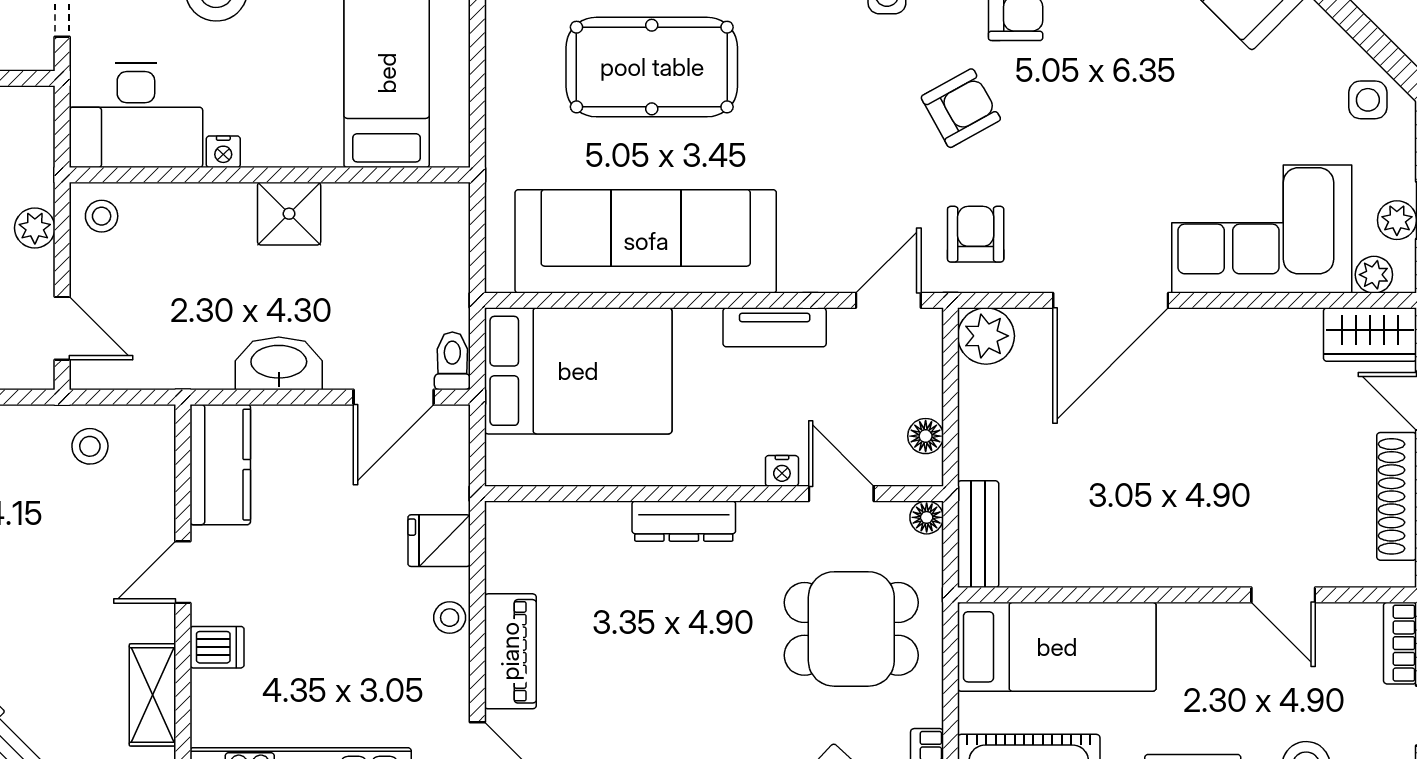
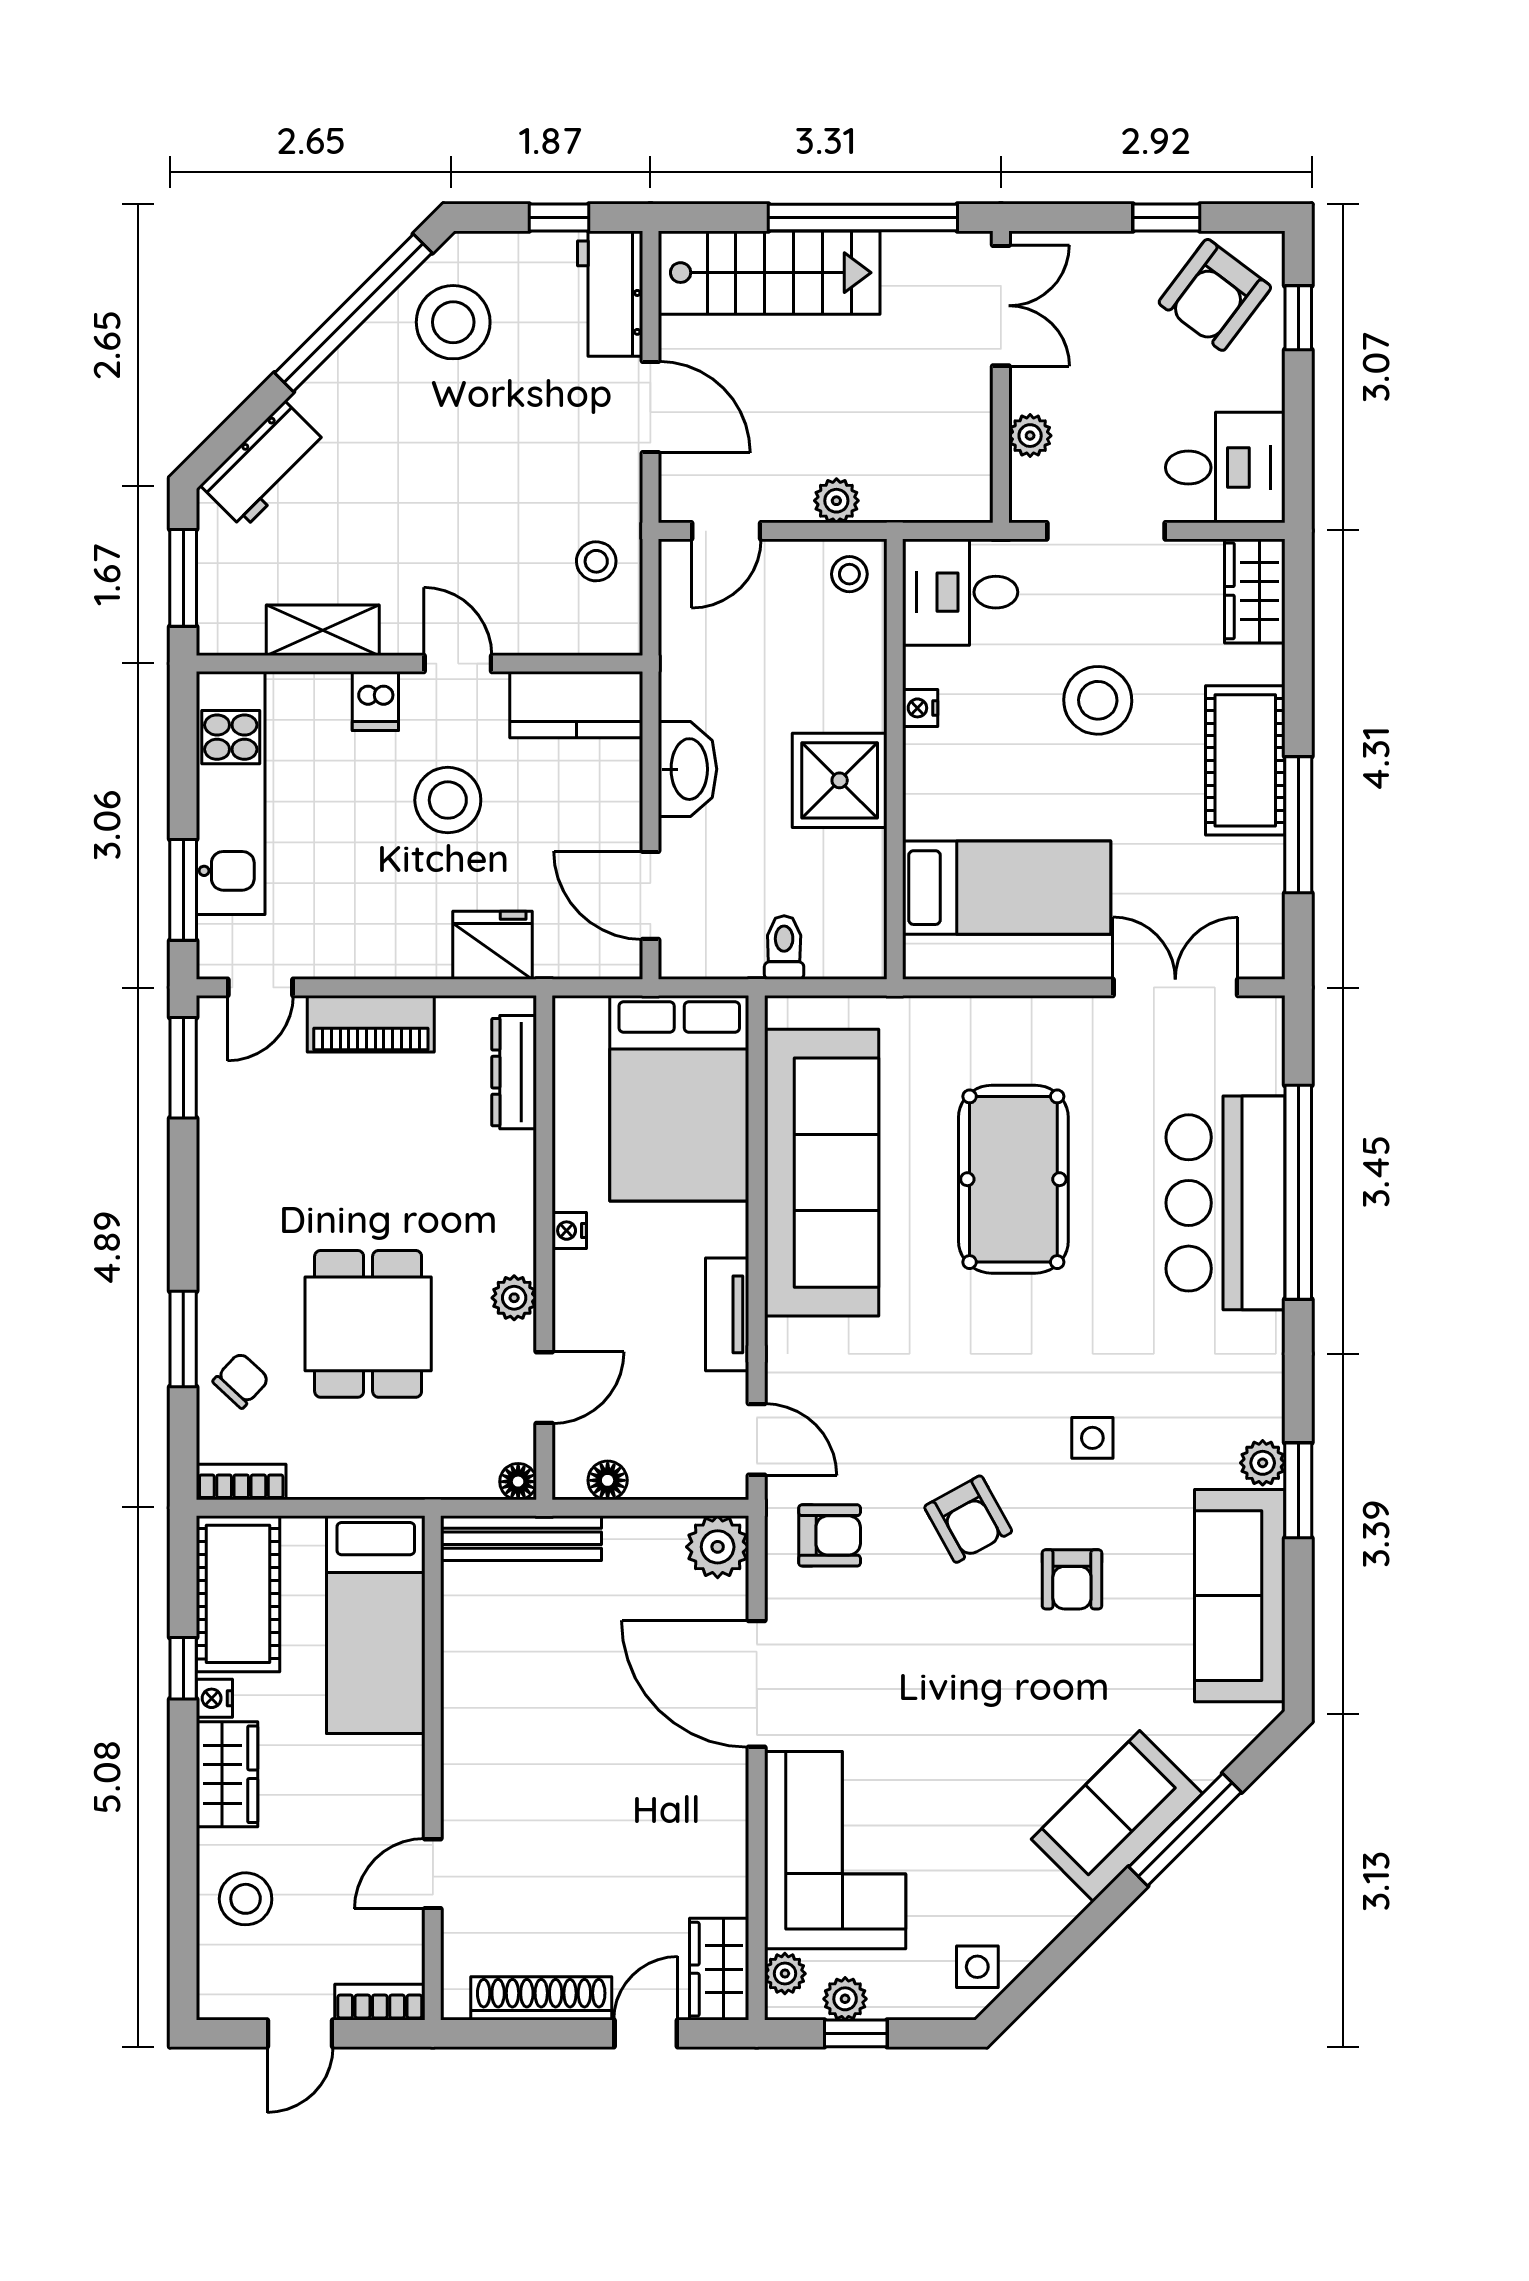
desk: (136, 115) -> (960, 592), width x0.73
shower: (289, 214) -> (840, 780), width x1.36, depth x1.36
toilet: (452, 361) -> (784, 948), moved, turned -90
nightstand: (782, 471) -> (569, 1231), moved
dresser: (684, 521) -> (514, 1072), moved
plant: (760, 521) -> (514, 1298), added
bench: (978, 534) -> (521, 1538), width x1.36
fridge: (439, 541) -> (493, 945), width x1.38
stool: (450, 618) -> (448, 800), moved, width x1.89, depth x1.89
dining table: (851, 629) -> (368, 1324), moved

